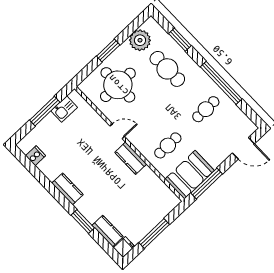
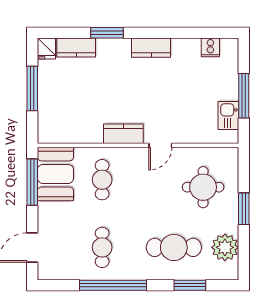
round table: (118, 85) -> (203, 187), width x0.73, depth x0.73

